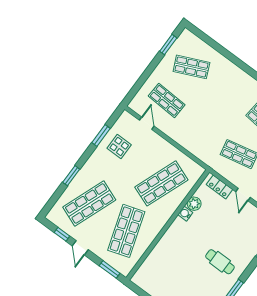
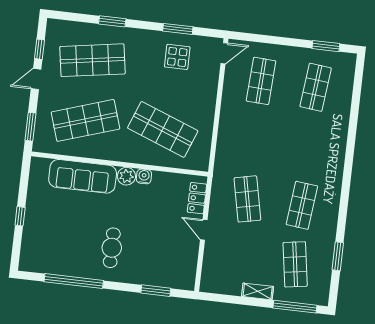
shop shelf: (191, 67) -> (316, 87), turned 30
door: (147, 123) -> (224, 53), moved
door: (243, 194) -> (204, 230), hinge flipped
shop shelf: (89, 203) -> (92, 60), turned -30
plant: (194, 204) -> (126, 176), moved
sofa: (162, 254) -> (83, 176), added

